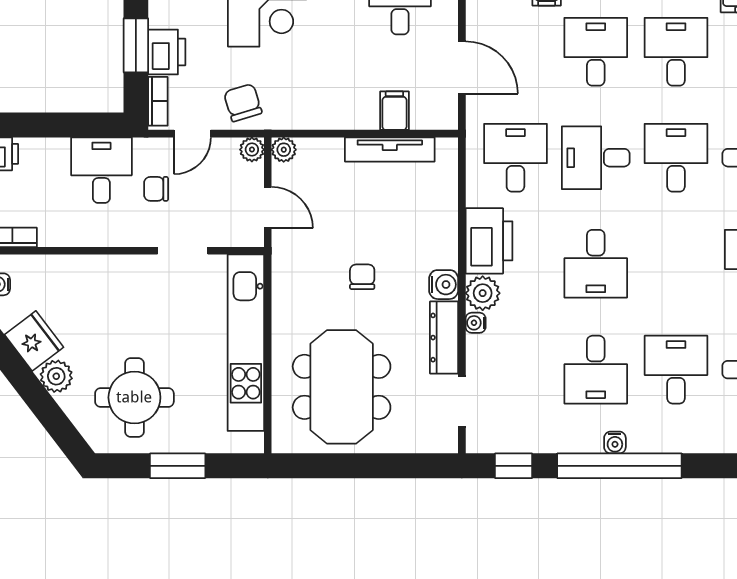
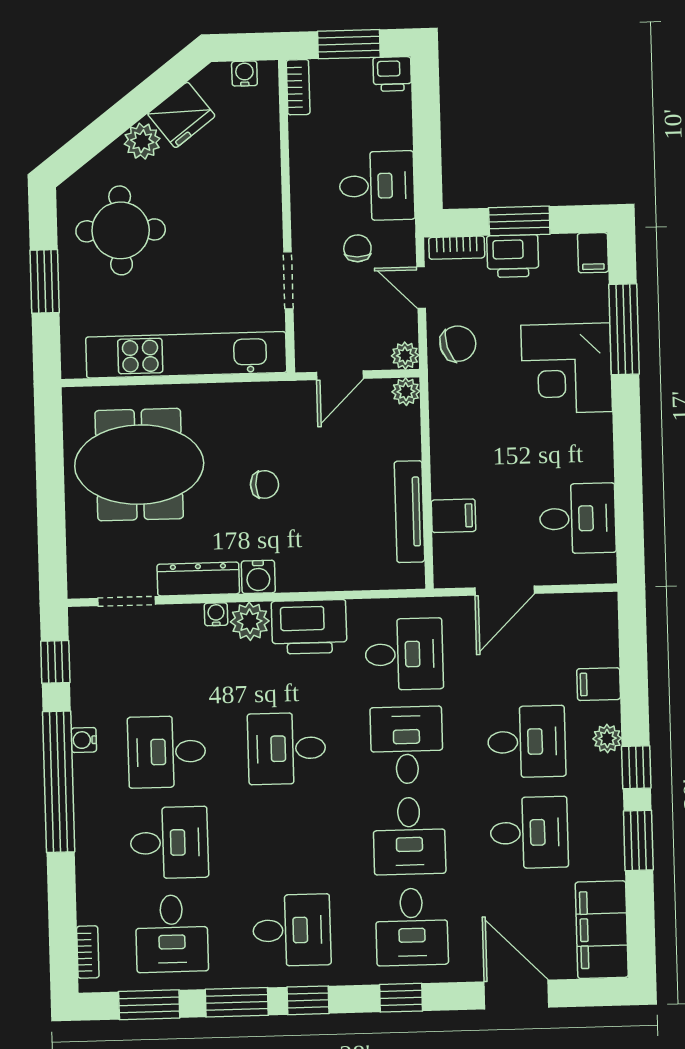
desk: (676, 158) -> (409, 836), turned 90
water cooler: (615, 443) -> (84, 740), moved

